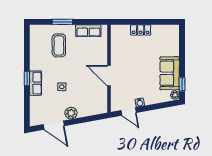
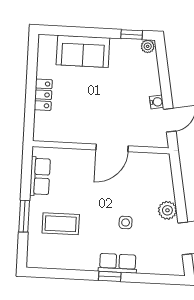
sofa: (170, 73) -> (83, 51), moved

